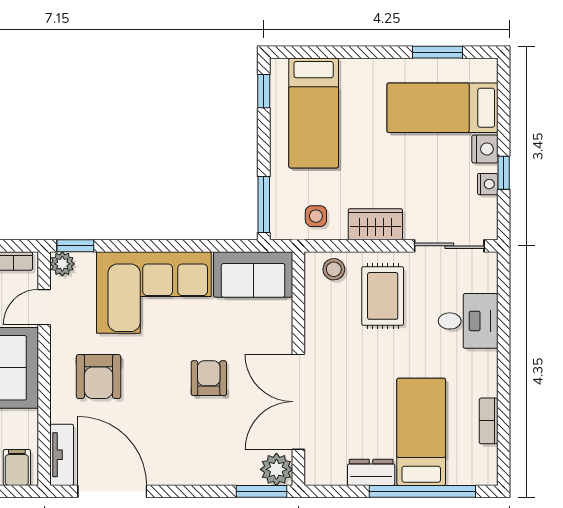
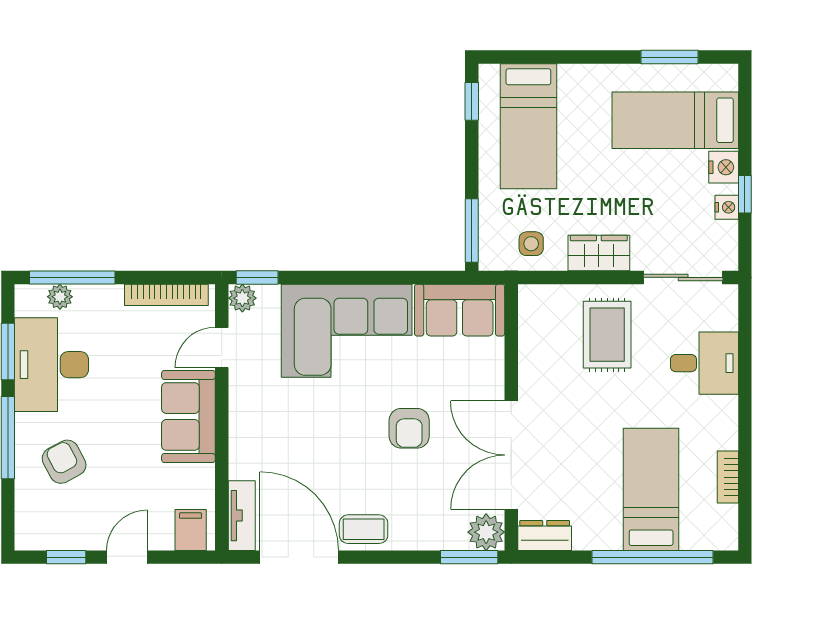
stool: (334, 269) -> (552, 304), removed
armchair: (99, 377) -> (284, 426), removed
armchair: (209, 378) -> (409, 428), turned 180
coffee table: (169, 467) -> (364, 529), added
dresser: (371, 472) -> (545, 535), moved

